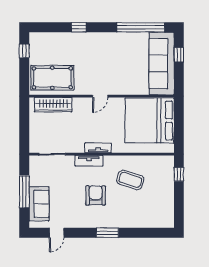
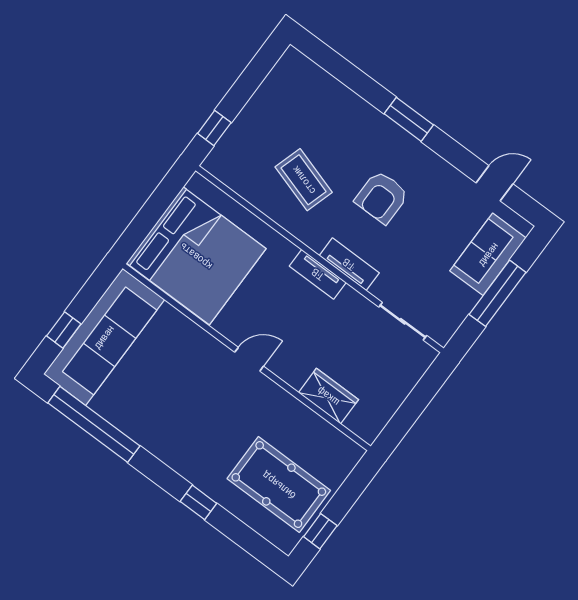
pool table: (52, 78) -> (279, 485), moved
wardrobe: (53, 105) -> (328, 396), width x0.67

